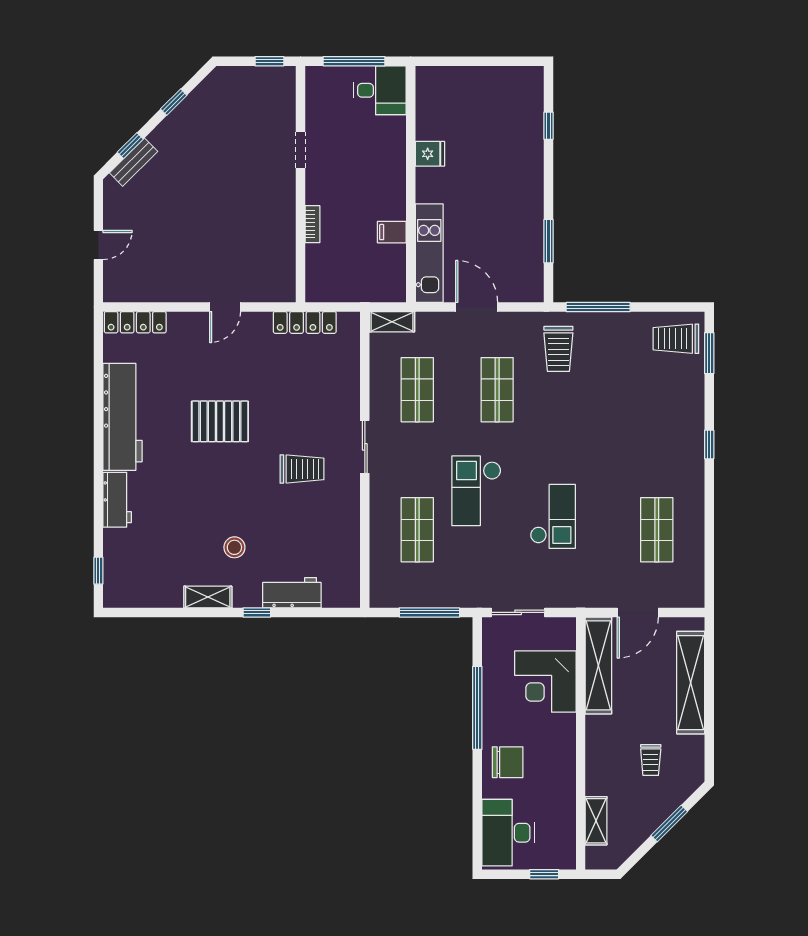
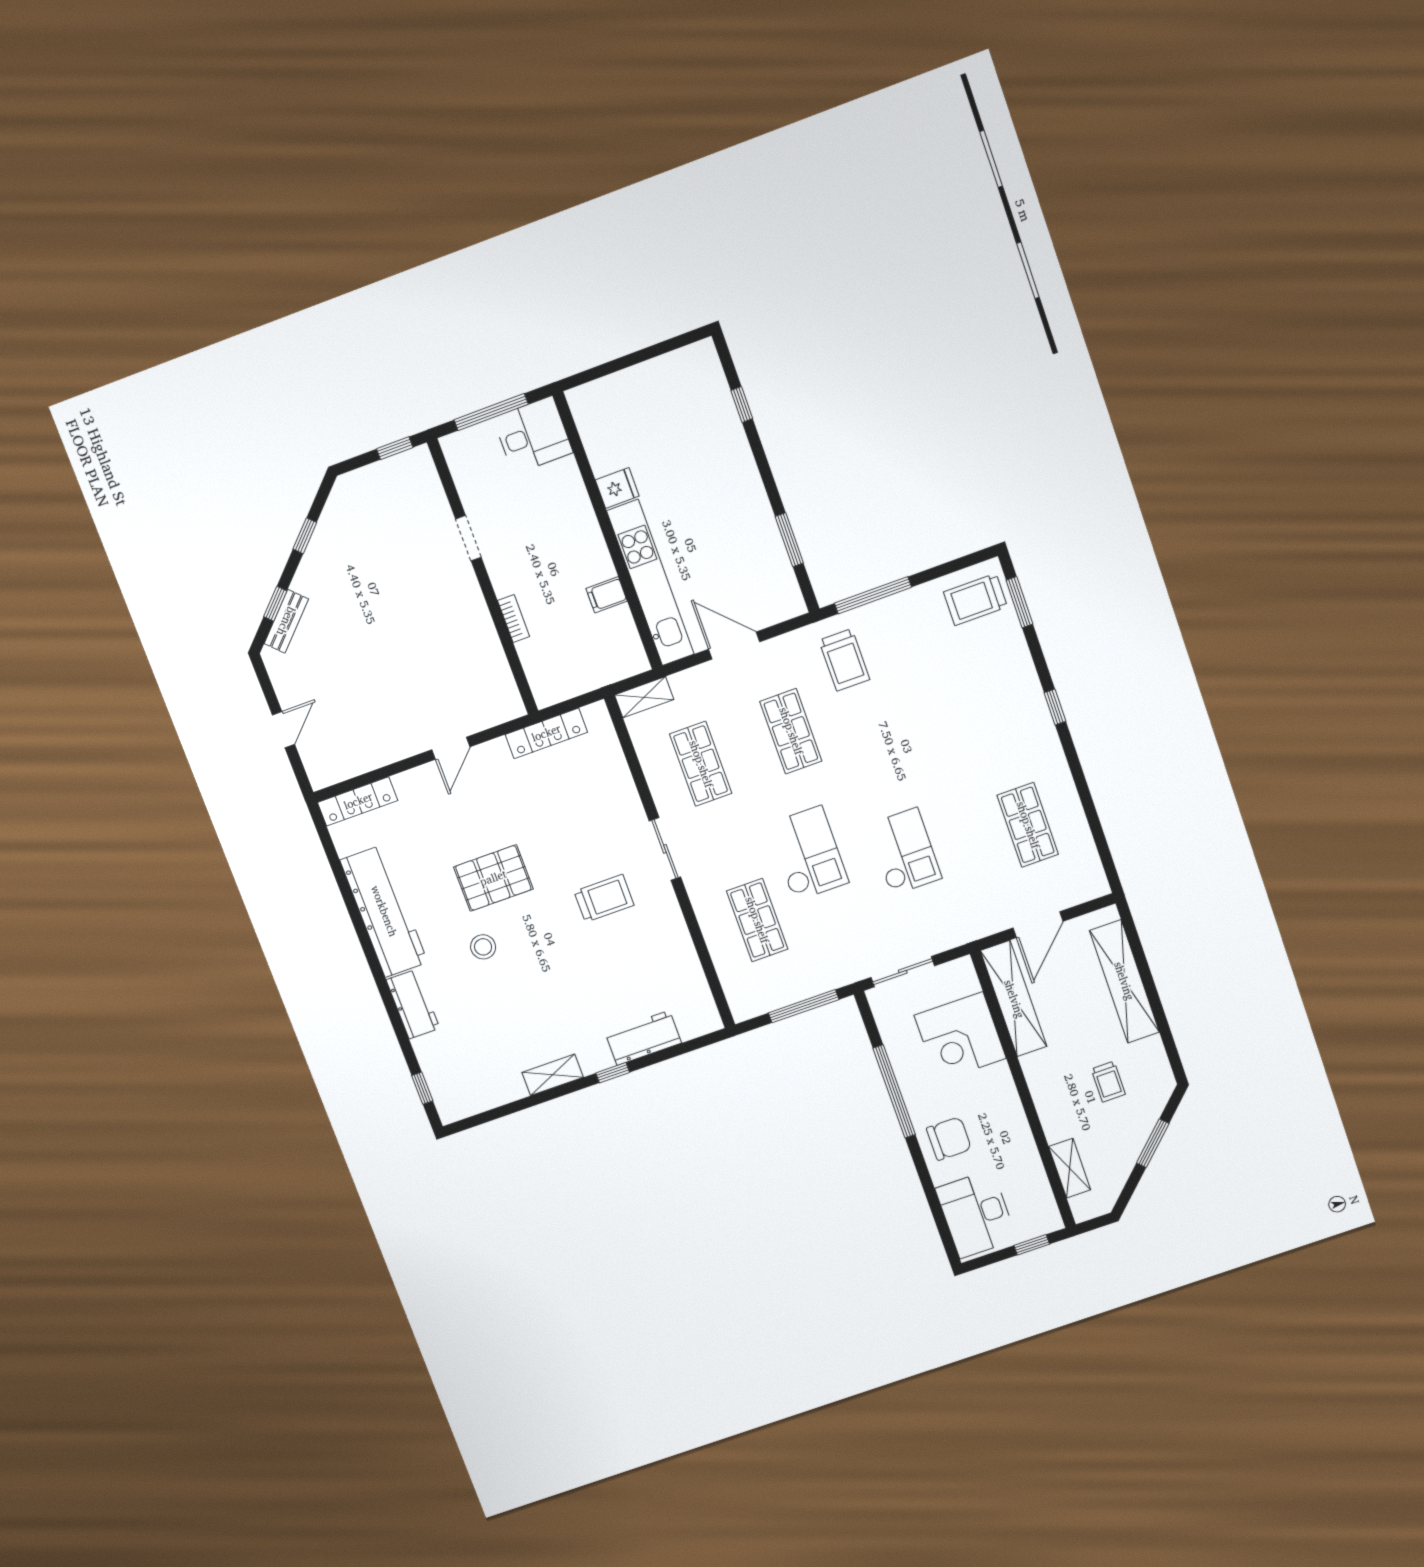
kitchen unit: (429, 253) -> (650, 583), width x1.36
checkout: (476, 491) -> (808, 853), turned 180
stool: (234, 547) -> (483, 947), moved

